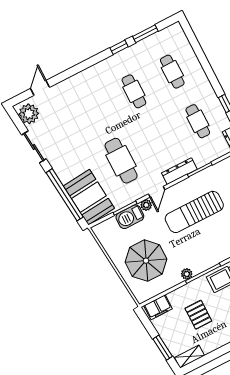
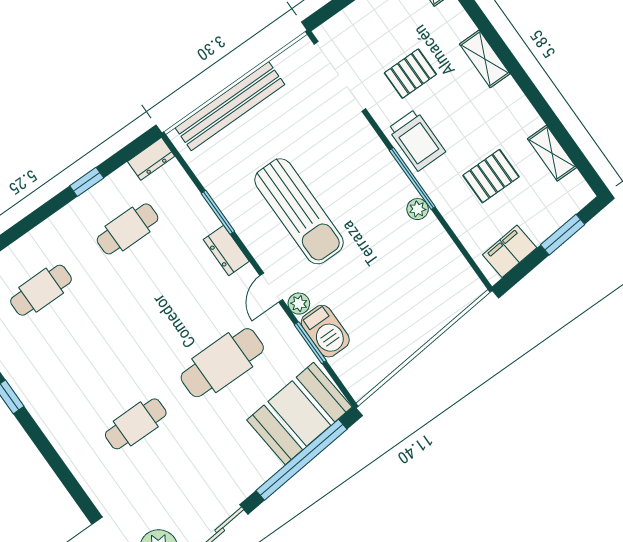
cafe table: (134, 91) -> (136, 424), moved
dresser: (179, 171) -> (226, 250), width x0.70
door: (157, 192) -> (271, 288), swing flipped
parasol: (146, 261) -> (403, 289), removed
filing cabinet: (158, 307) -> (510, 251), moved, turned -95
shelving: (190, 357) -> (552, 153), moved

